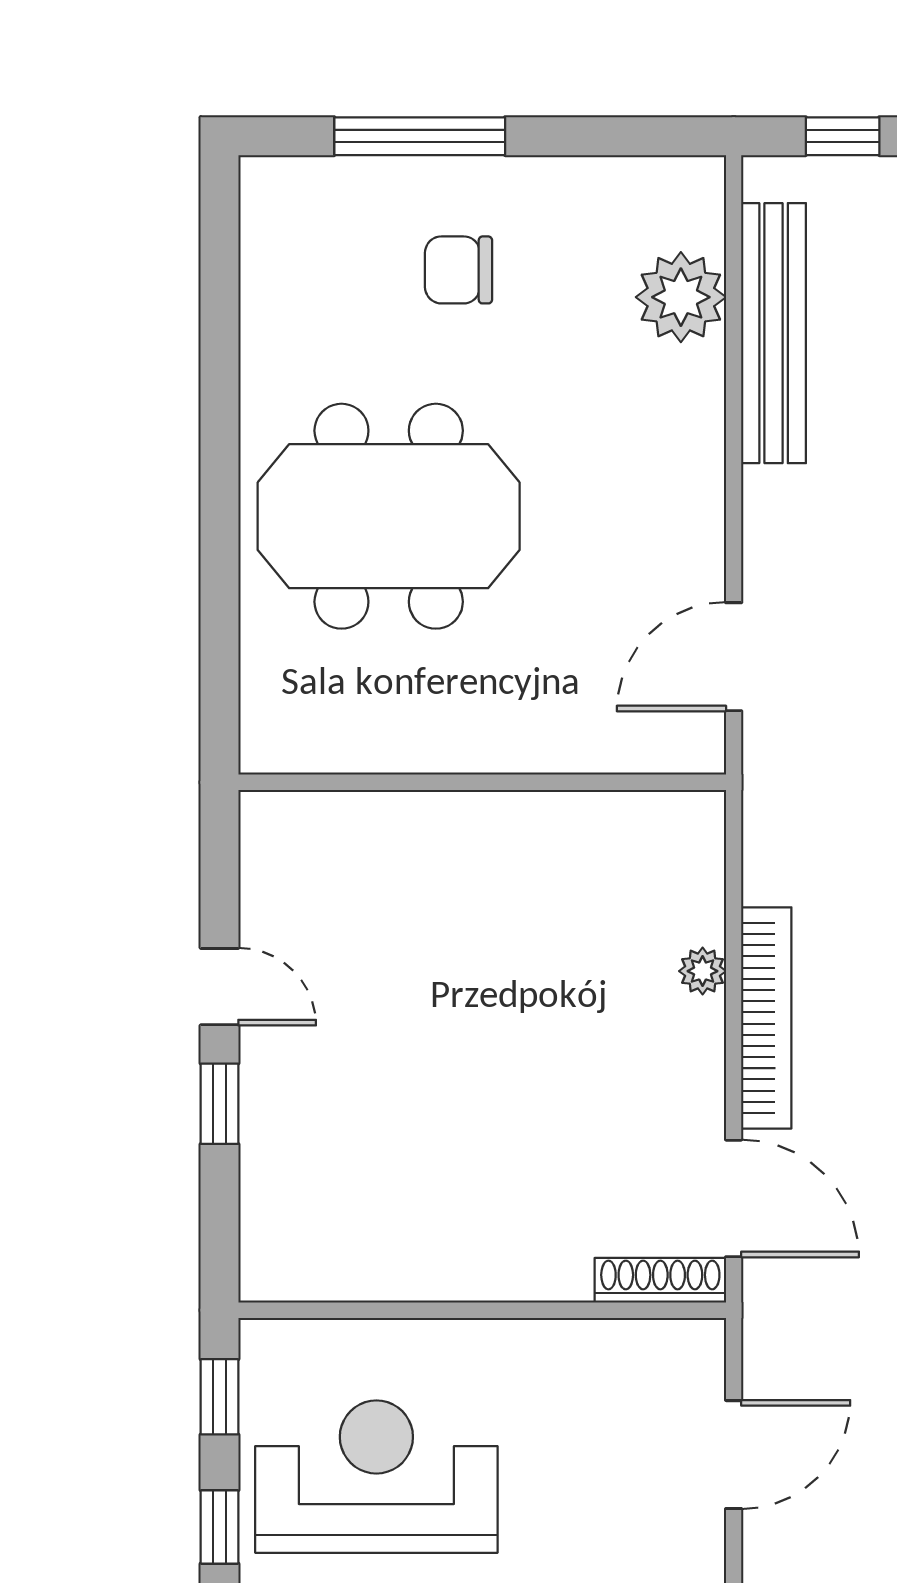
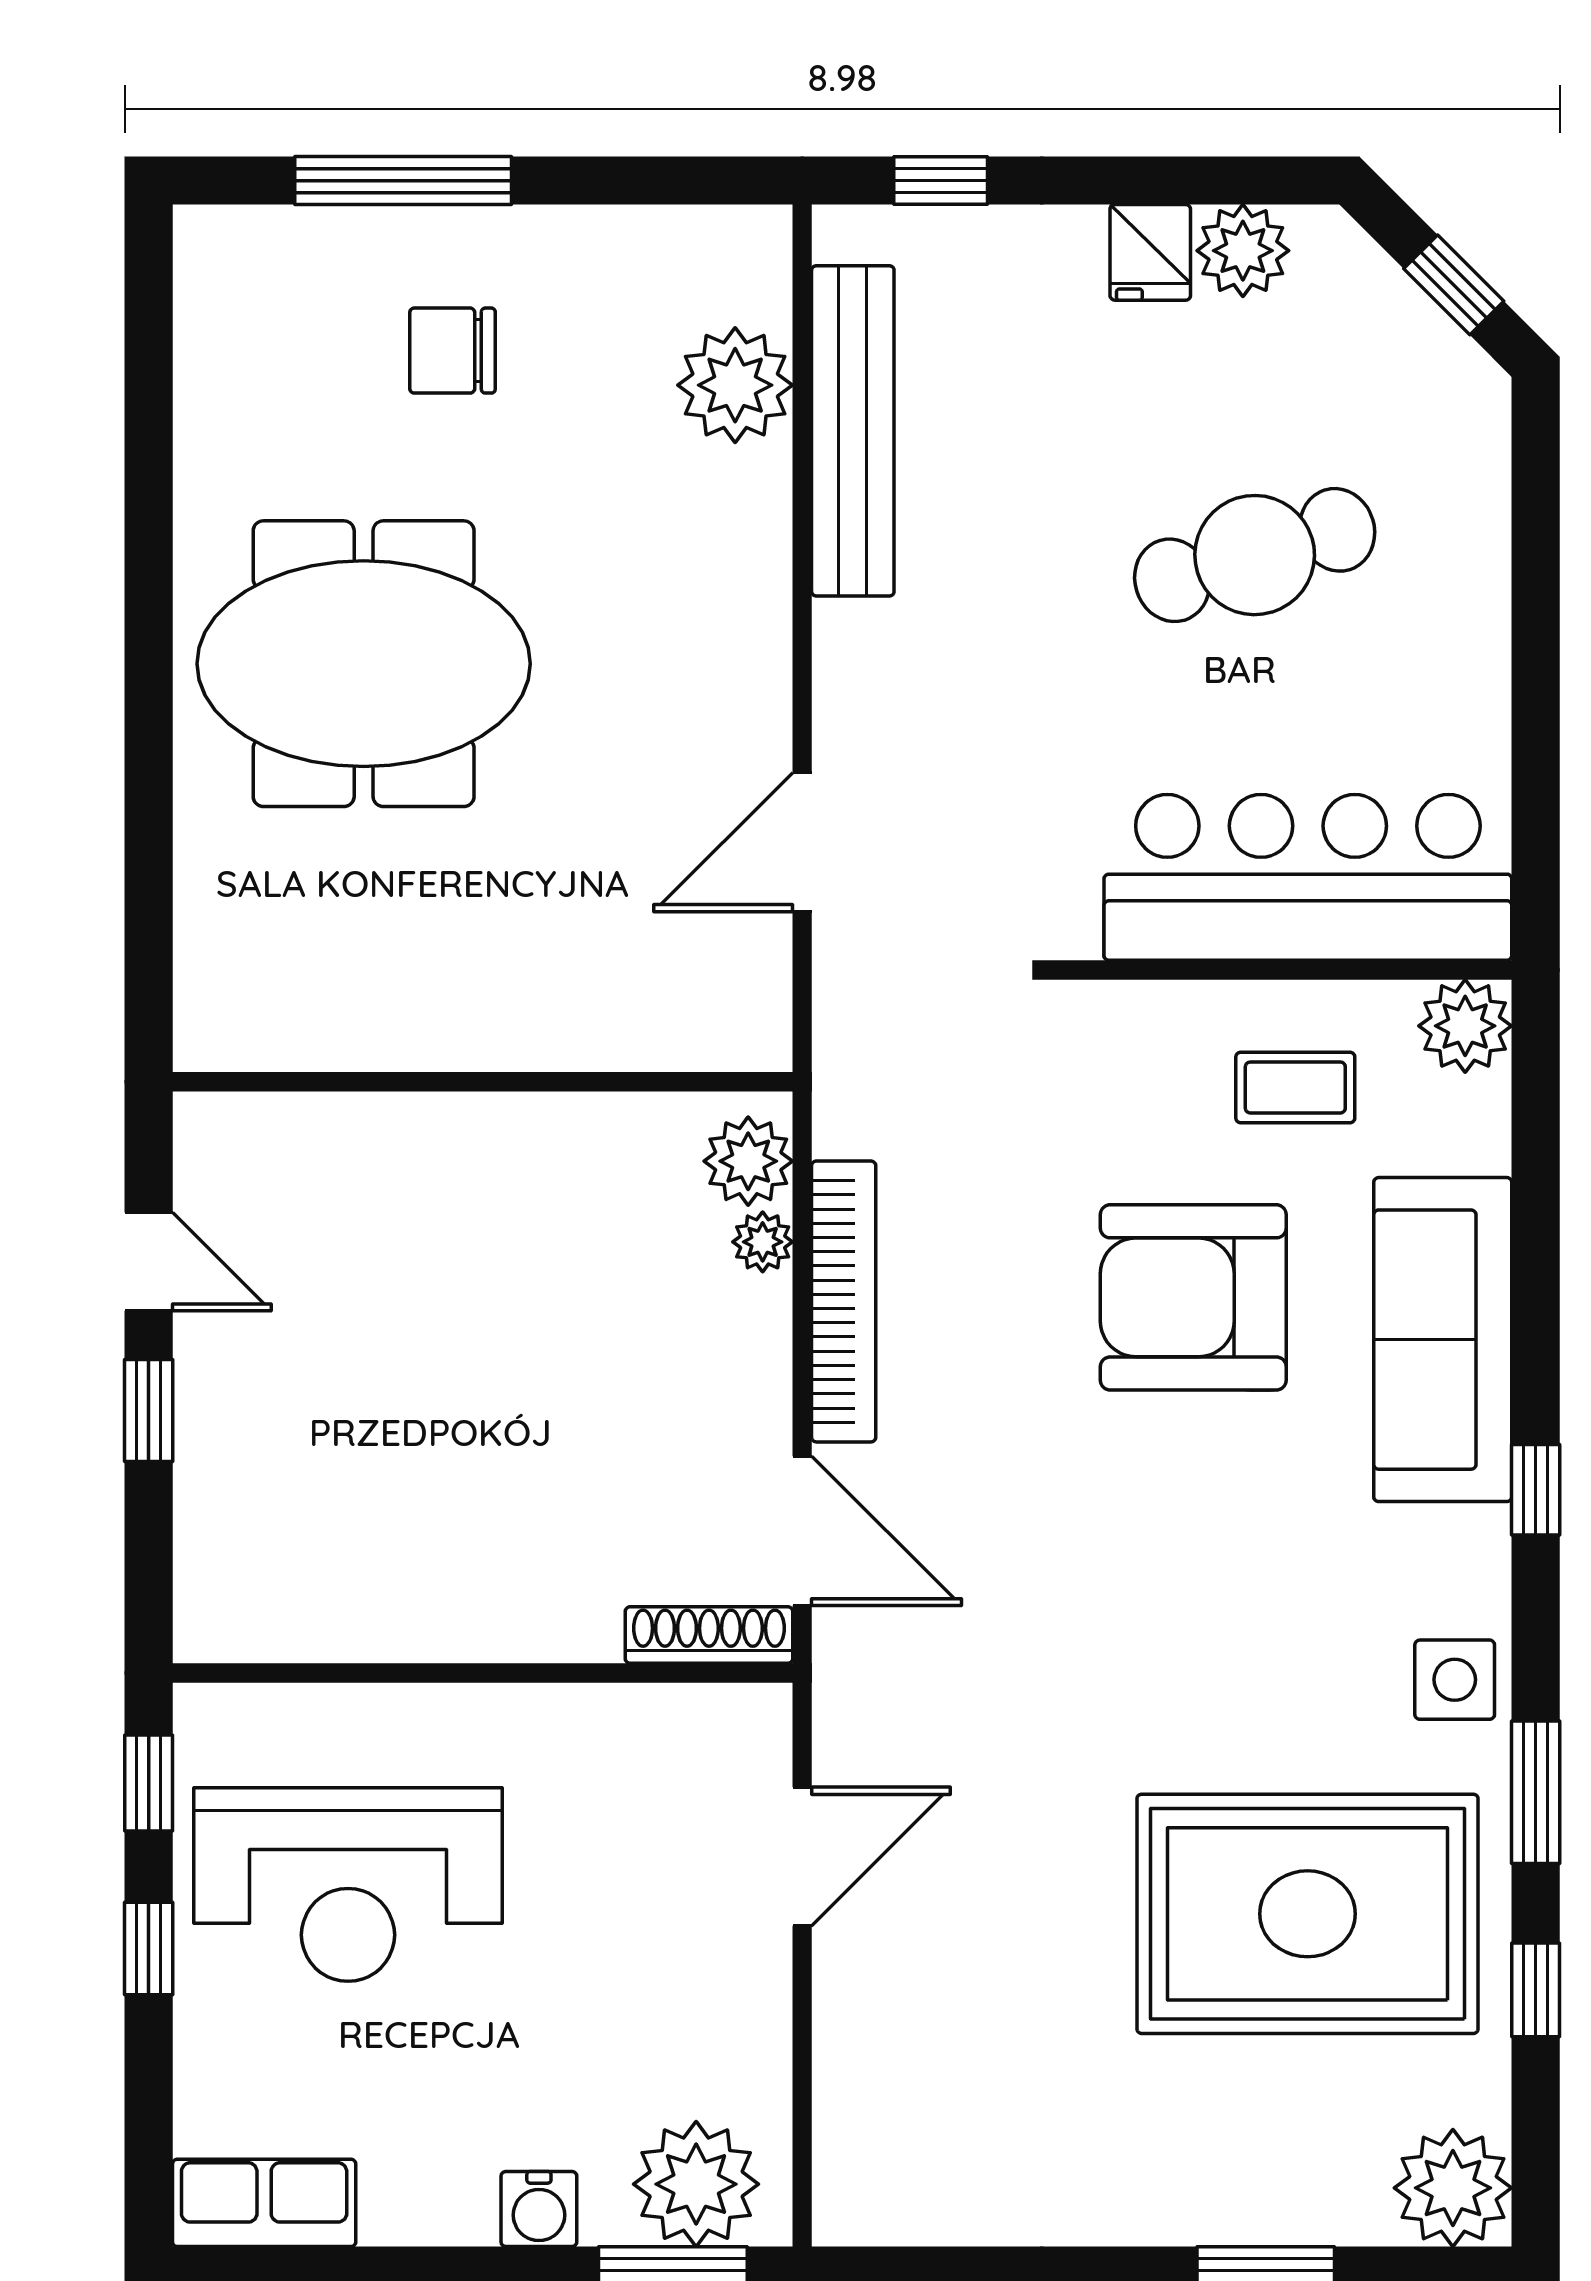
wall: (482, 782) -> (483, 1082), moved
plant: (691, 908) -> (748, 1161), added
reception desk: (376, 1477) -> (348, 1884), turned 180

